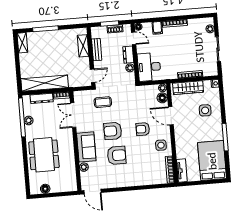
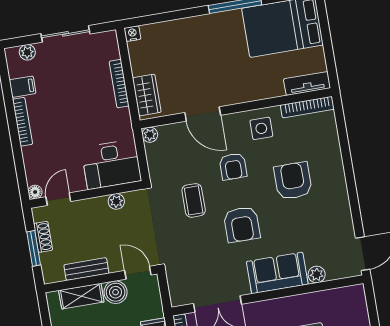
filing cabinet: (157, 28) -> (23, 87), moved
dresser: (128, 55) -> (91, 207), removed
boiler: (84, 63) -> (116, 292), added
wardrobe: (188, 88) -> (147, 95), width x0.67
floor lamp: (162, 98) -> (169, 134), removed
coffee table: (103, 102) -> (194, 200), moved
side table: (205, 110) -> (186, 48), removed
door: (171, 116) -> (203, 114), hinge flipped
armchair: (117, 155) -> (293, 181), moved

